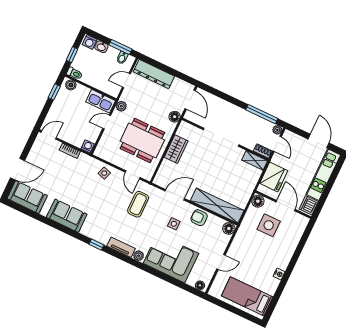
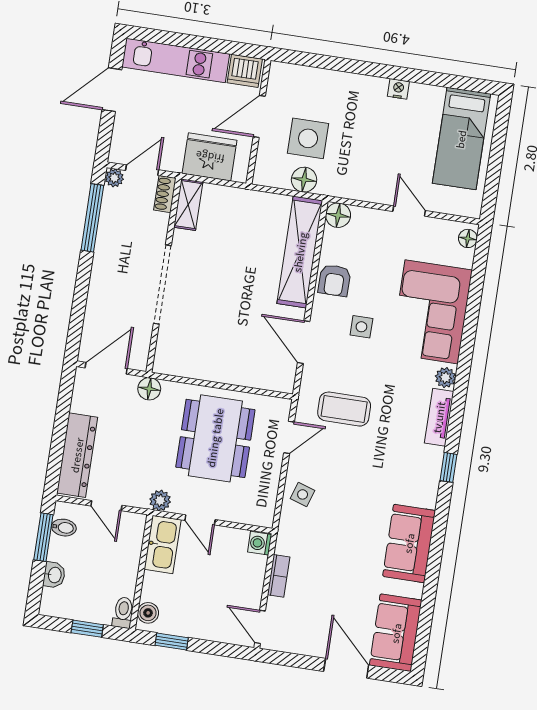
washing machine: (90, 42) -> (52, 601), removed
wardrobe: (176, 149) -> (213, 367), removed
floor lamp: (258, 201) -> (304, 180), moved

